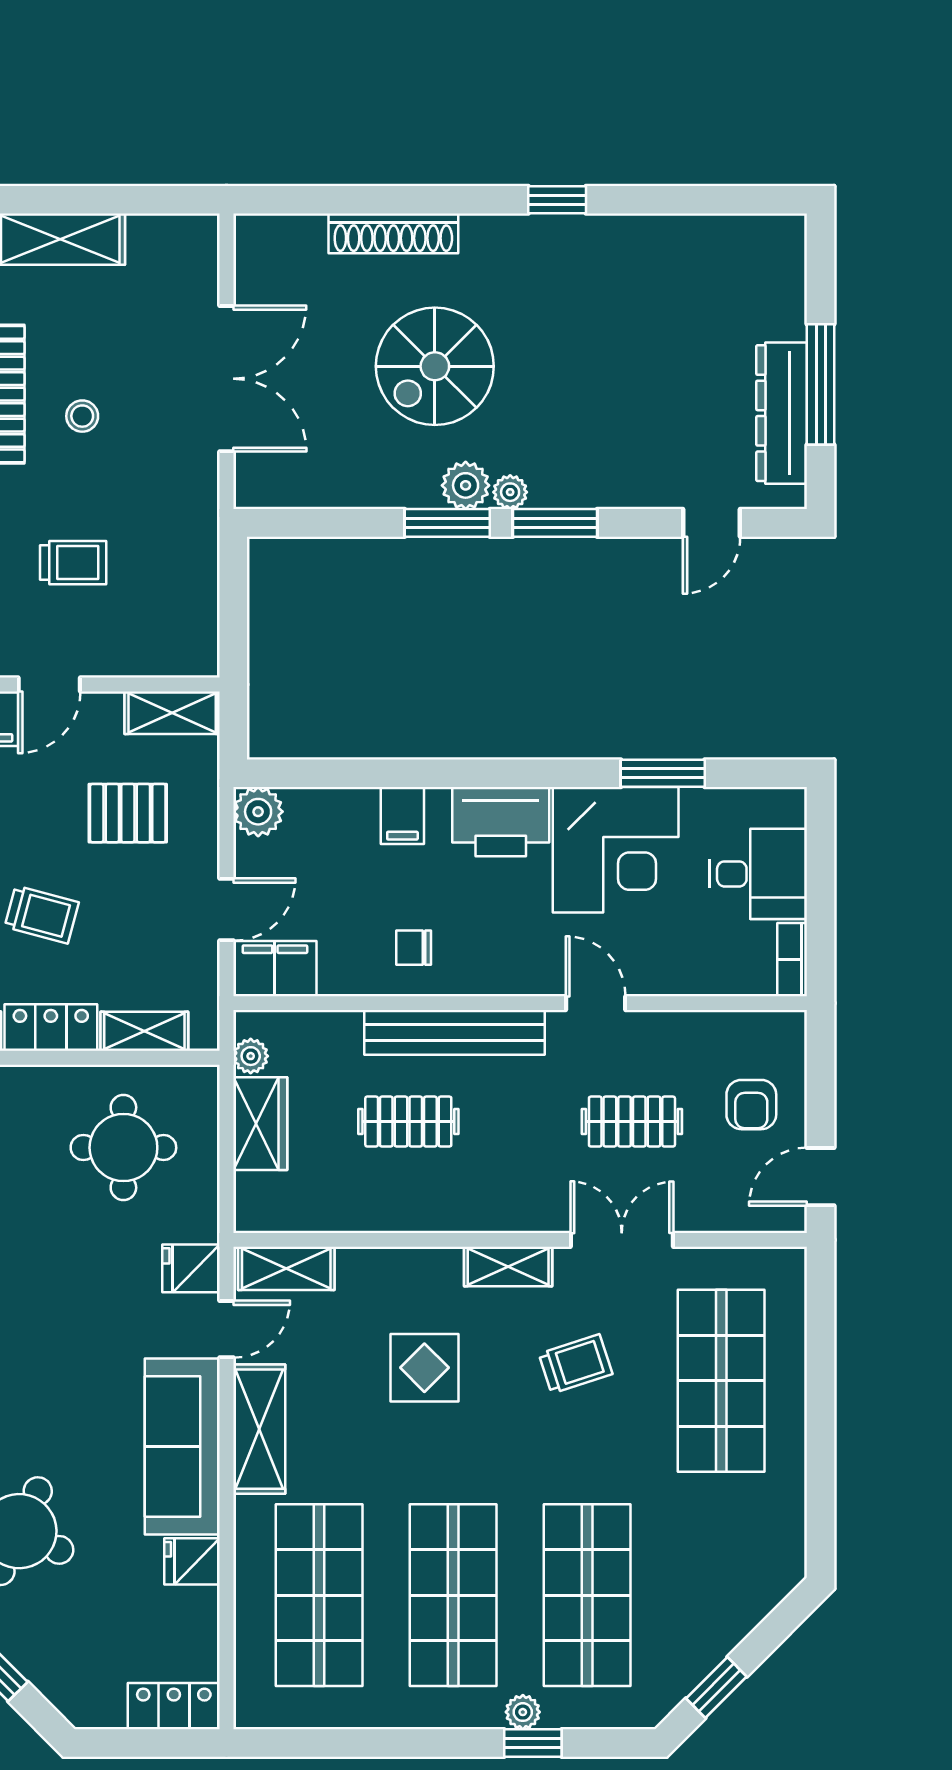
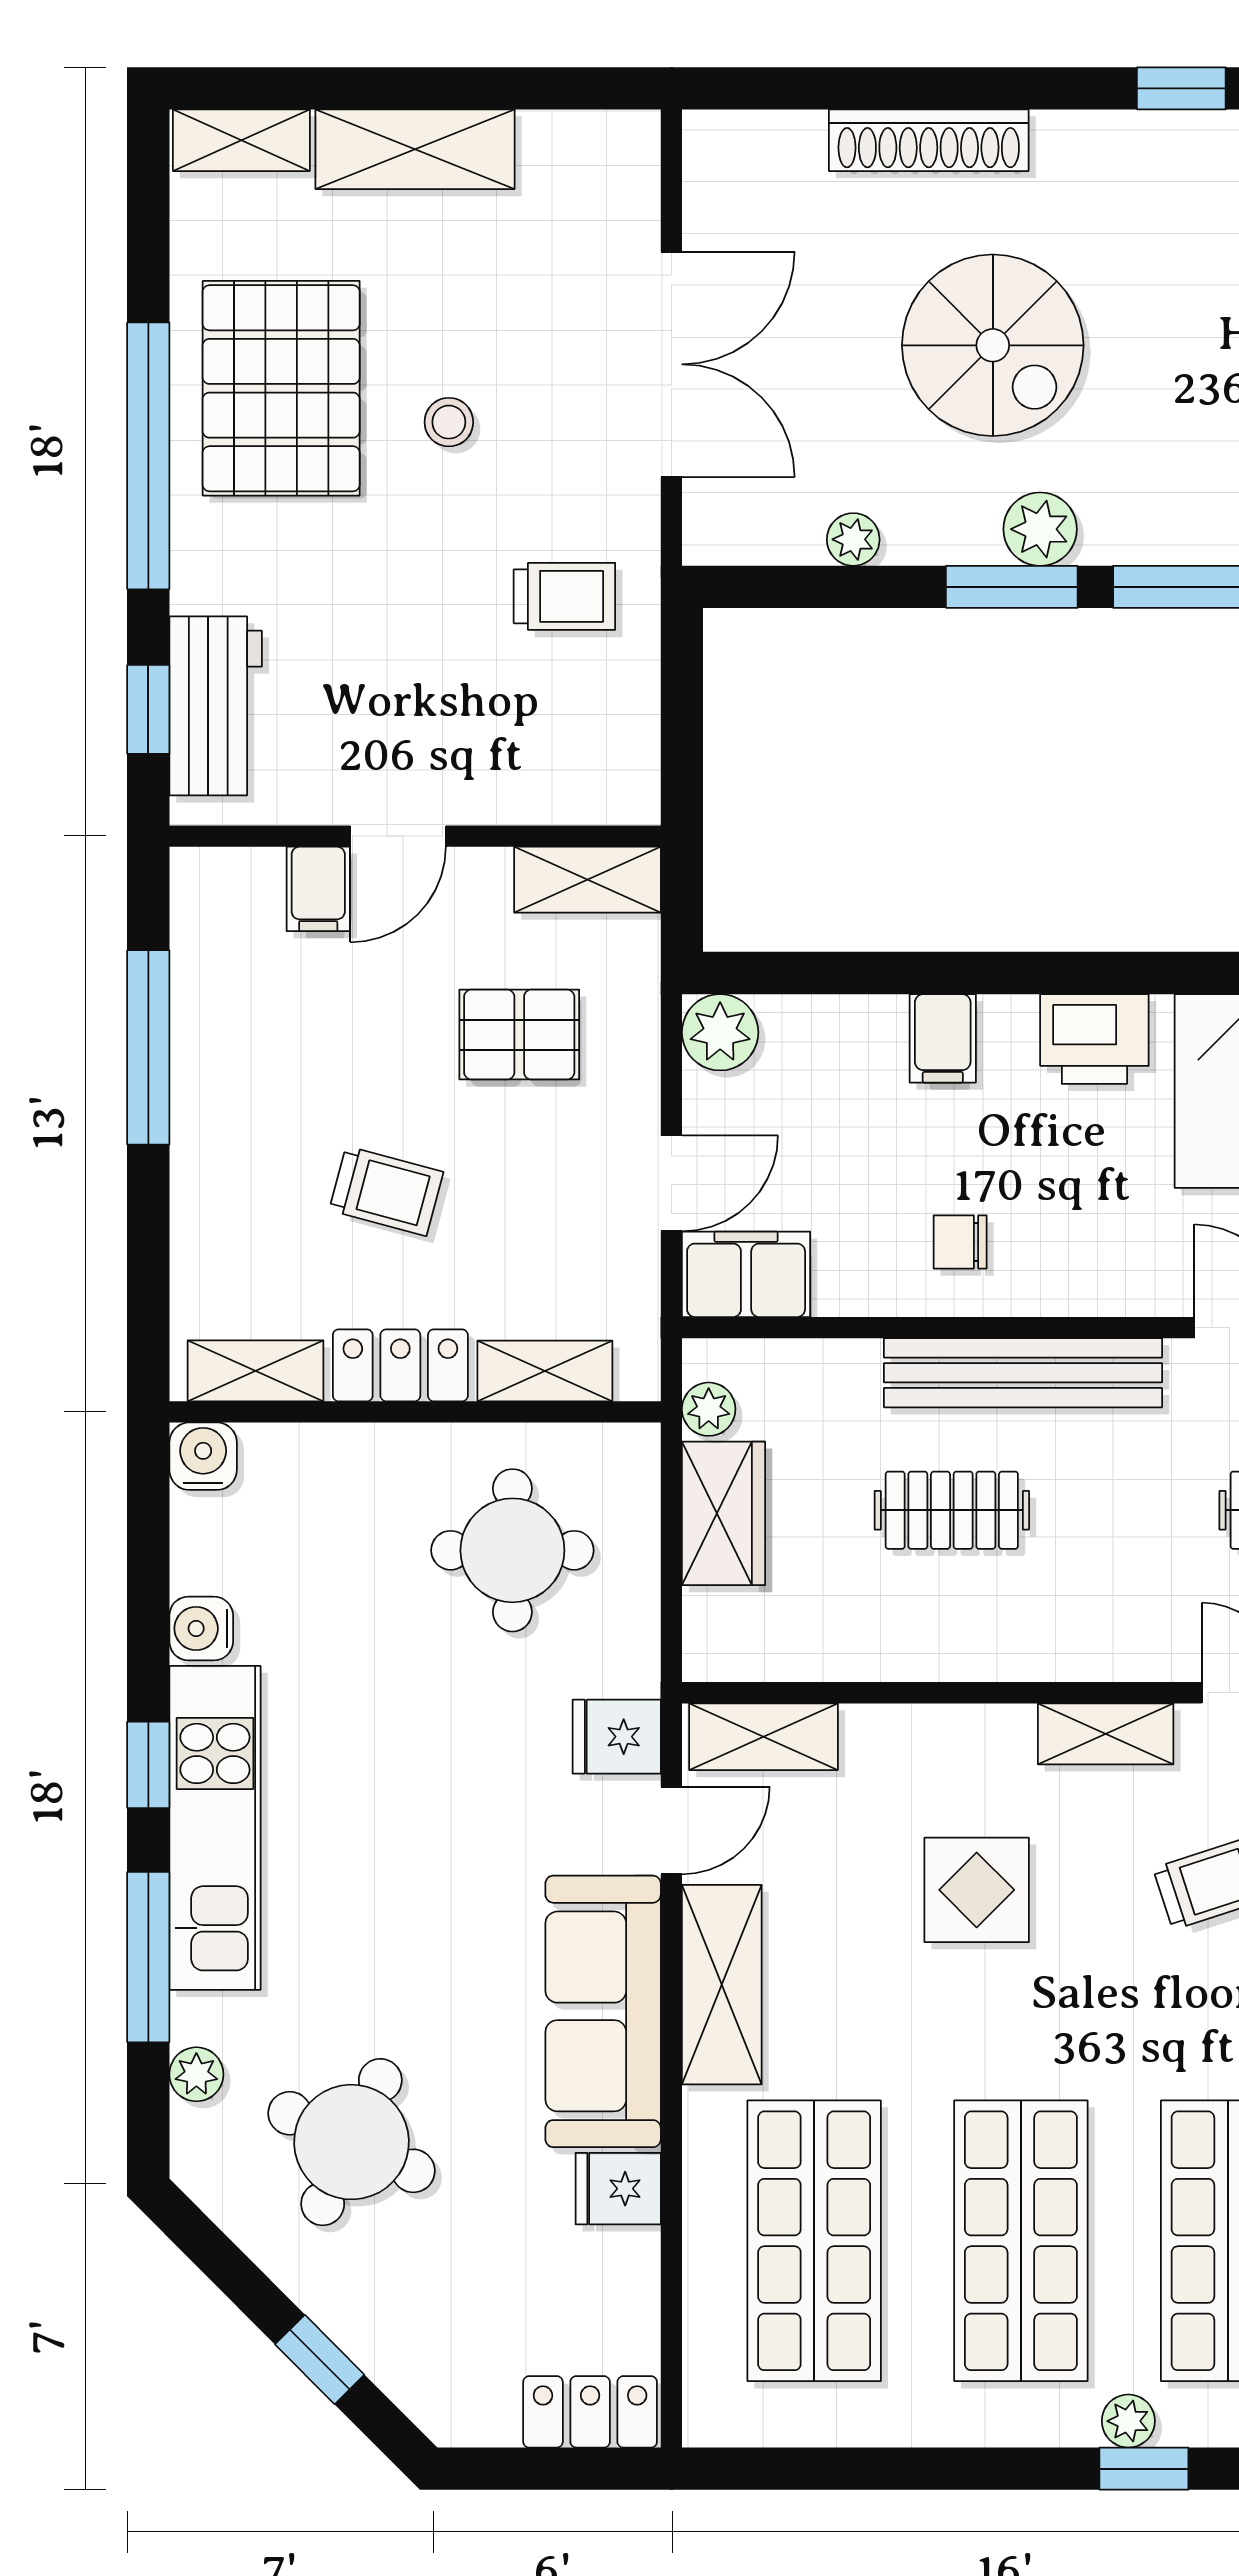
spiral stairs: (435, 366) -> (993, 345), turned -90
plant: (510, 492) -> (853, 539), moved
trolley: (73, 563) -> (564, 596), moved
printer: (501, 822) -> (1094, 1039), width x0.73, depth x0.84

